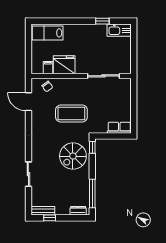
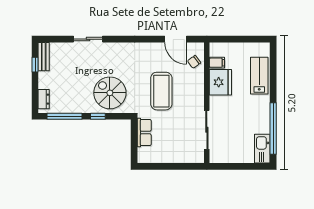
window: (102, 21) -> (273, 129), width x3.17
lab bench: (48, 33) -> (259, 76), moved
door: (28, 102) -> (176, 39), swing flipped
row of seats: (119, 128) -> (144, 133), moved
window: (92, 147) -> (98, 116), moved

